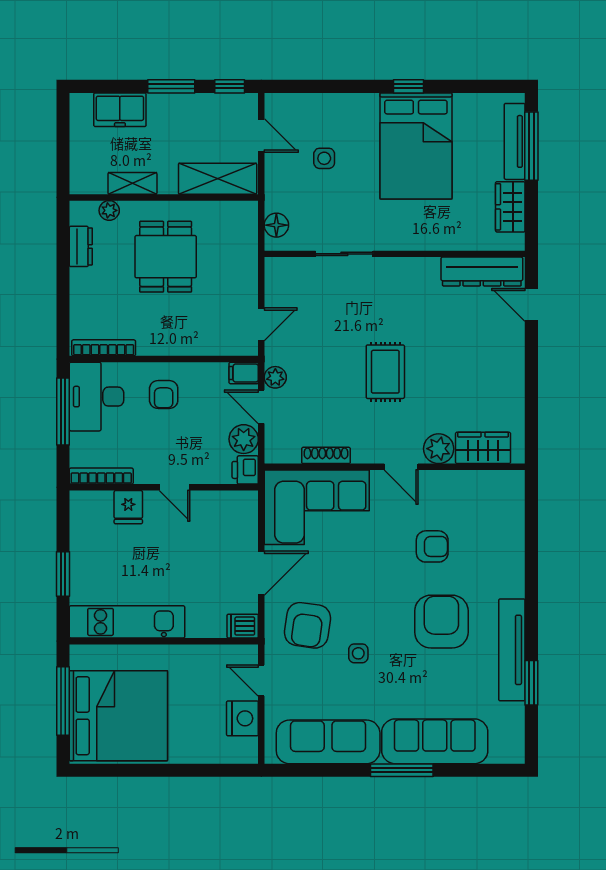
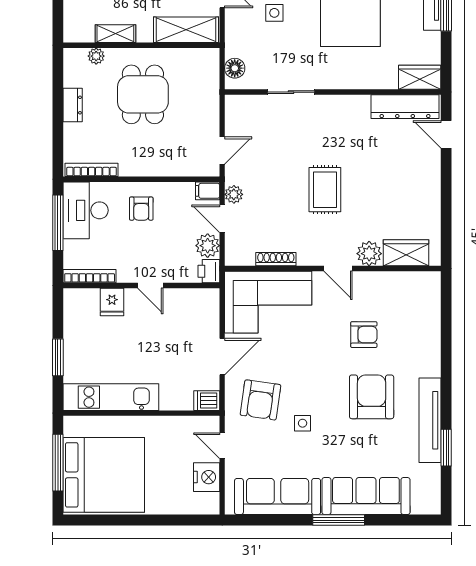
wardrobe: (510, 207) -> (420, 77), moved, turned 90
dresser: (81, 246) -> (73, 105), moved

